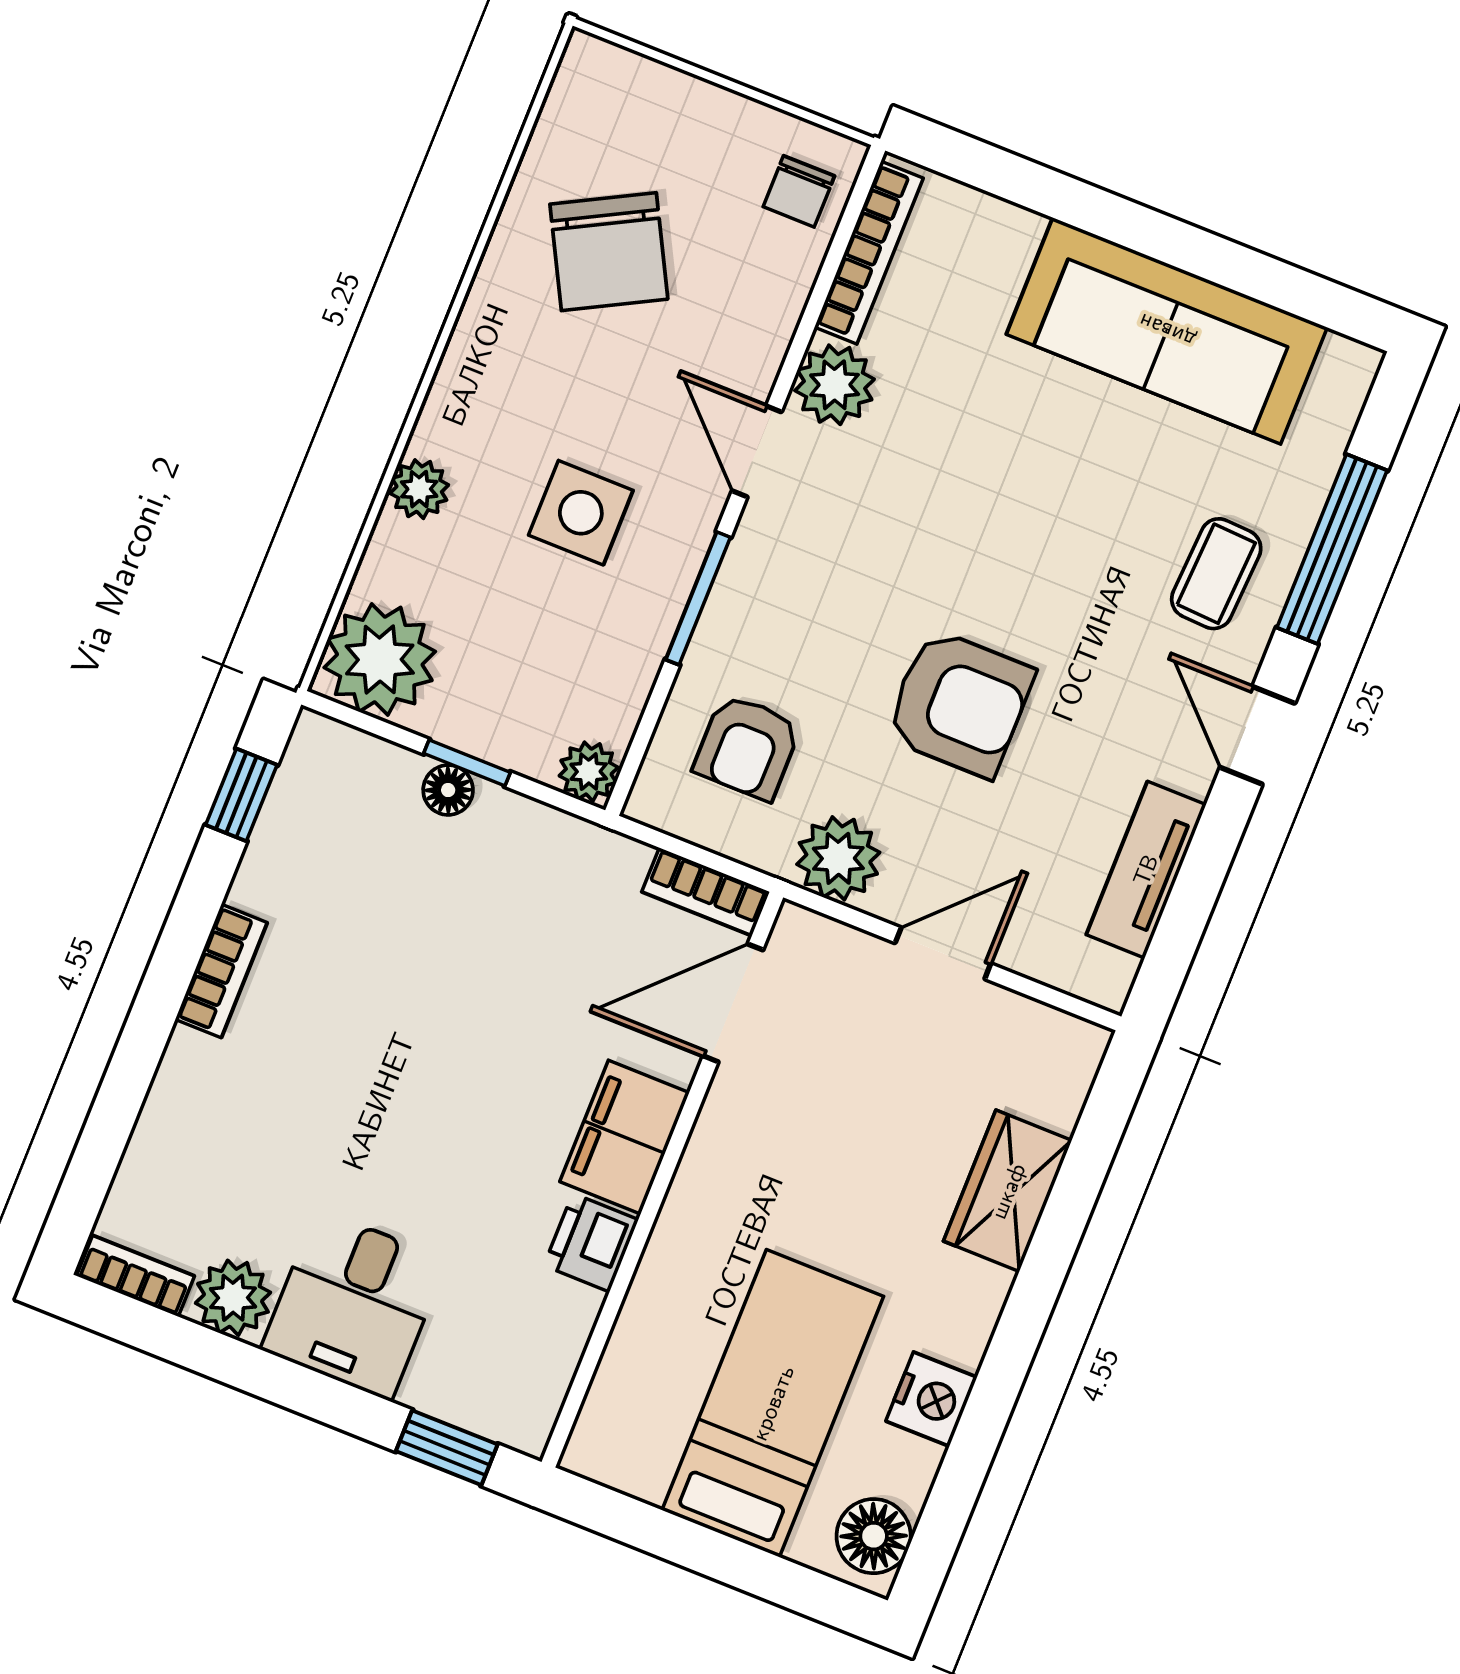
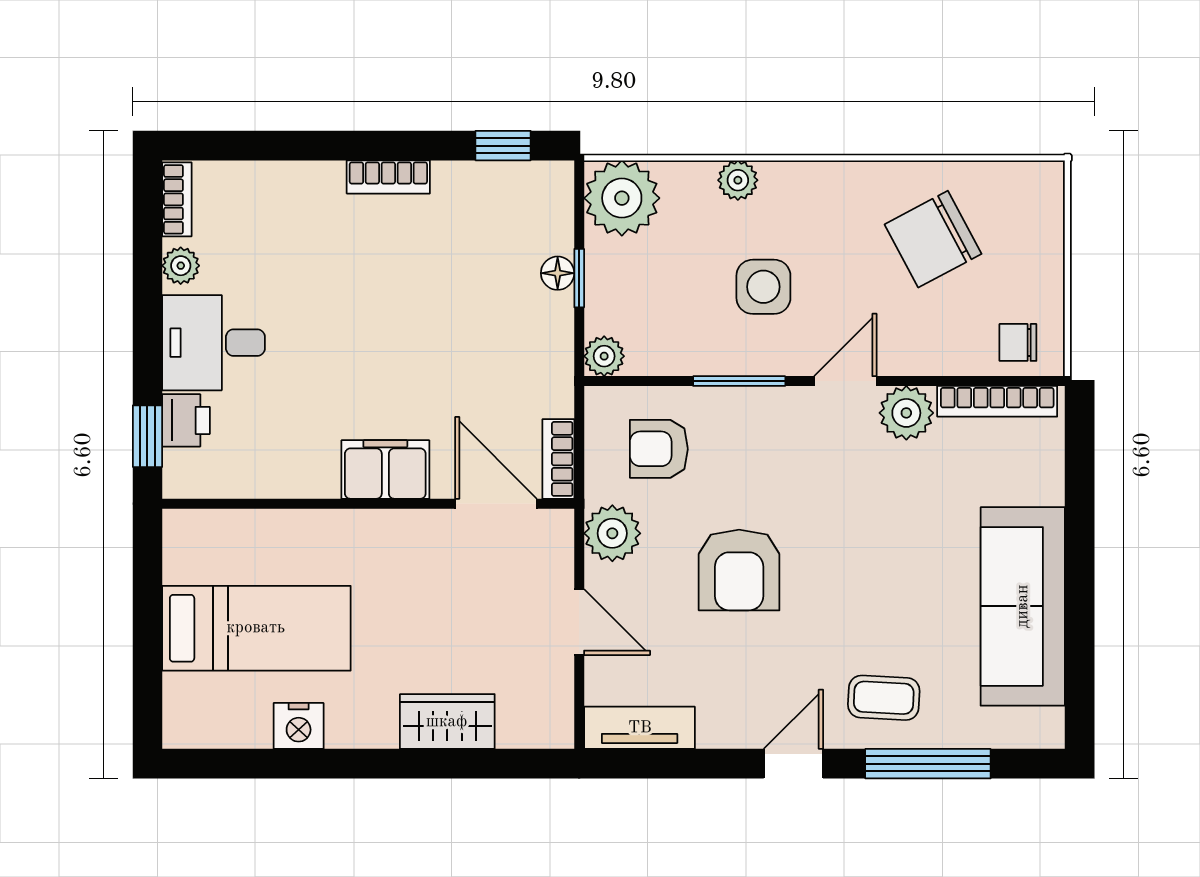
tv unit: (1146, 870) -> (640, 728), moved
printer: (591, 1243) -> (186, 420), moved, turned 90
plant: (233, 1298) -> (181, 266), width x0.73, depth x0.73
floor lamp: (874, 1536) -> (199, 724), removed

